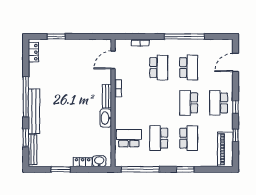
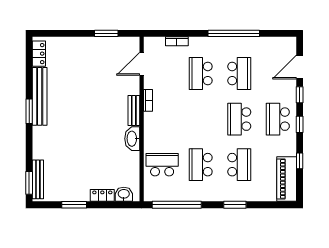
window: (56, 36) -> (106, 33), moved
school desk: (159, 68) -> (201, 74), turned 180
window: (235, 84) -> (300, 95), added
window: (26, 97) -> (29, 111), width x0.47
bench: (34, 111) -> (40, 96), moved
window: (26, 138) -> (29, 183), moved

